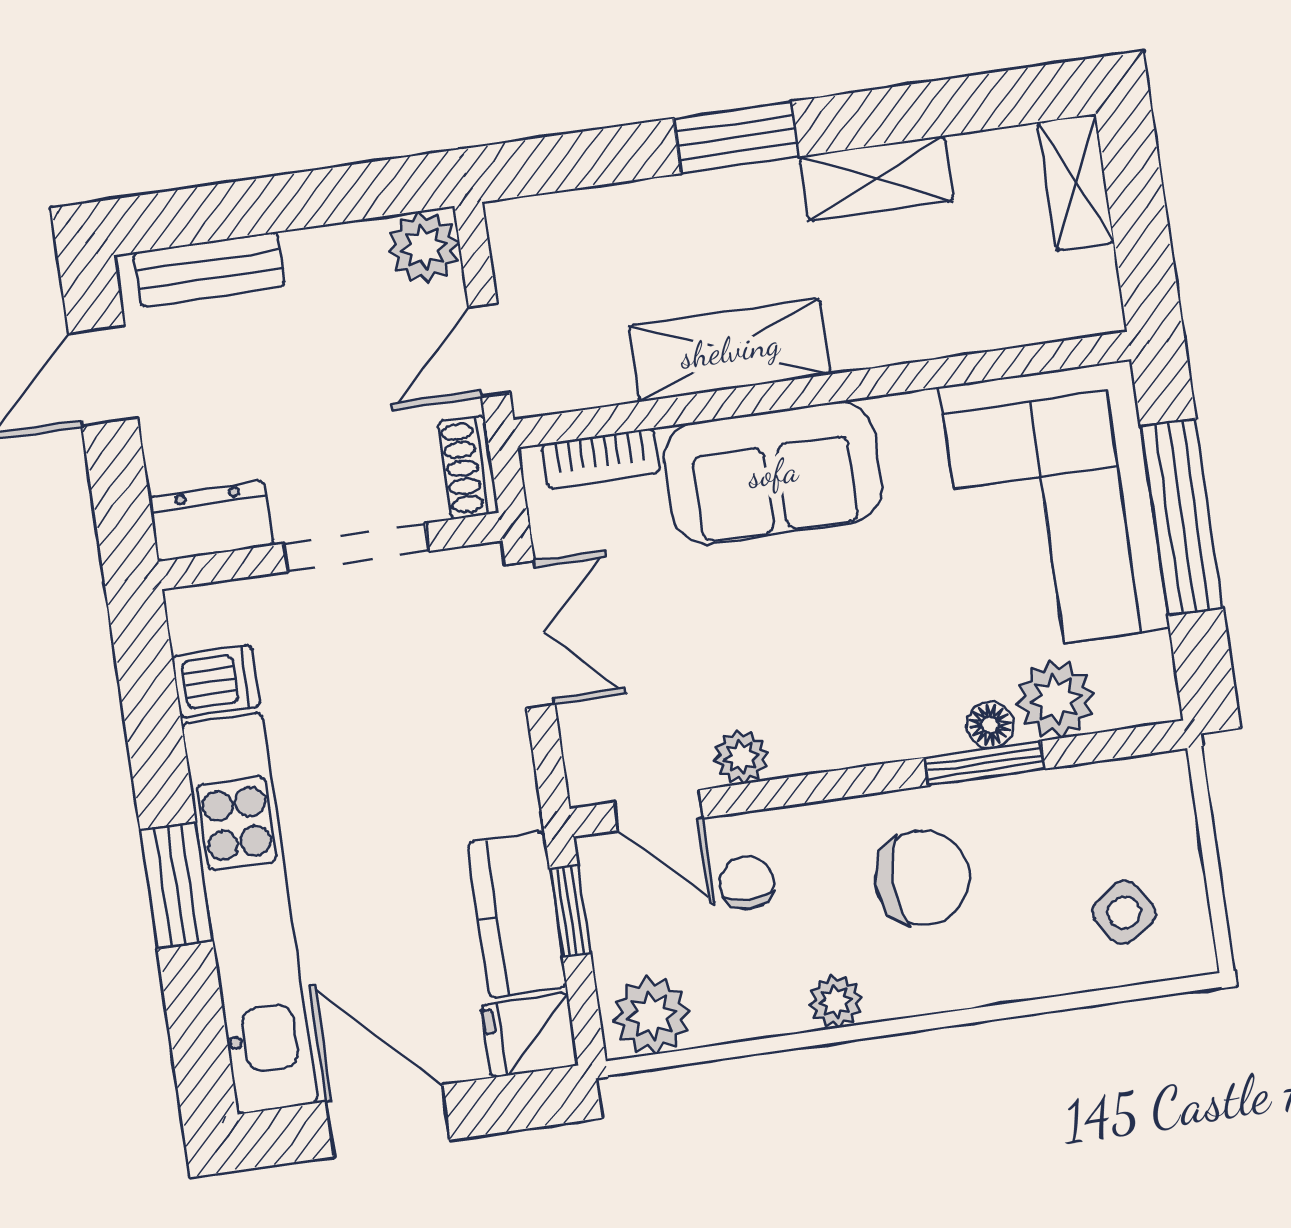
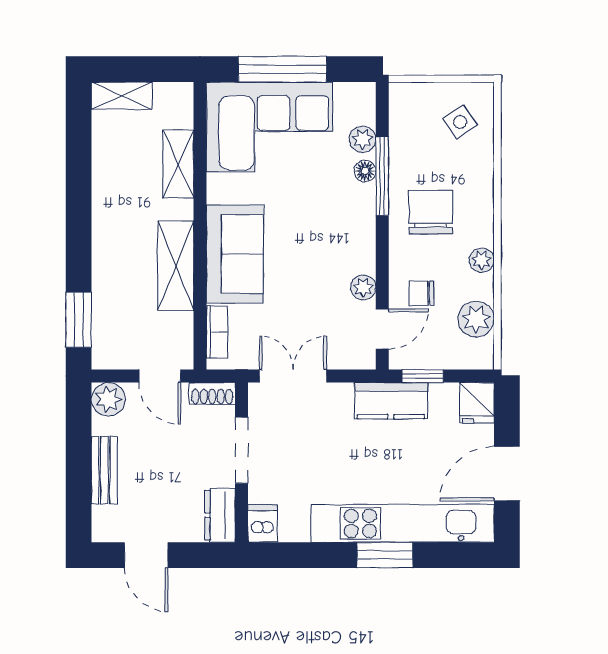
window: (736, 138) -> (79, 320), moved
shelving: (876, 179) -> (178, 164), moved
bench: (209, 269) -> (104, 470), moved
dishwasher: (216, 681) -> (263, 523), moved
plant: (1055, 699) -> (363, 139), width x0.73, depth x0.73
window: (984, 763) -> (382, 176), width x1.44
kitchen counter: (517, 915) -> (391, 401), moved
plant: (651, 1016) -> (476, 319), moved

